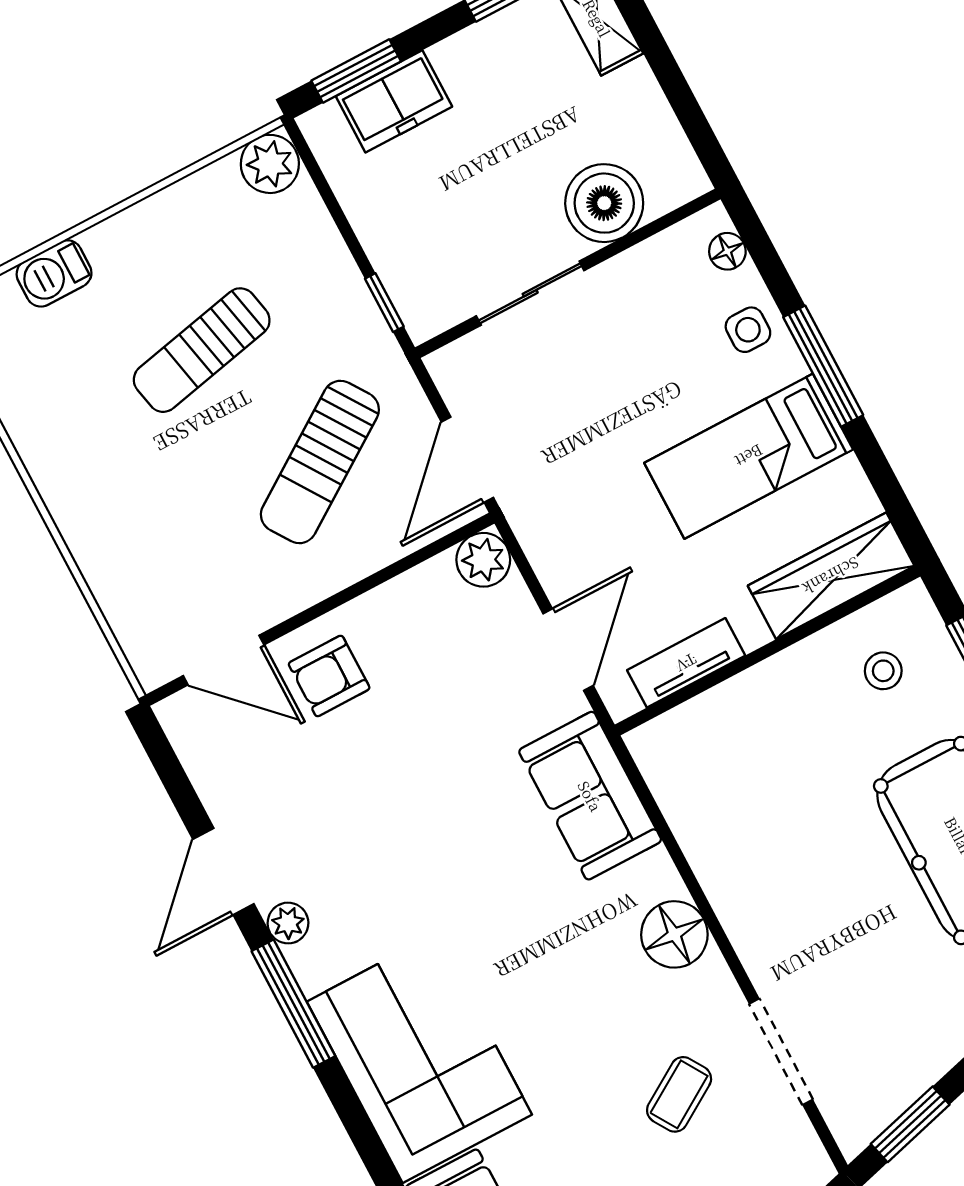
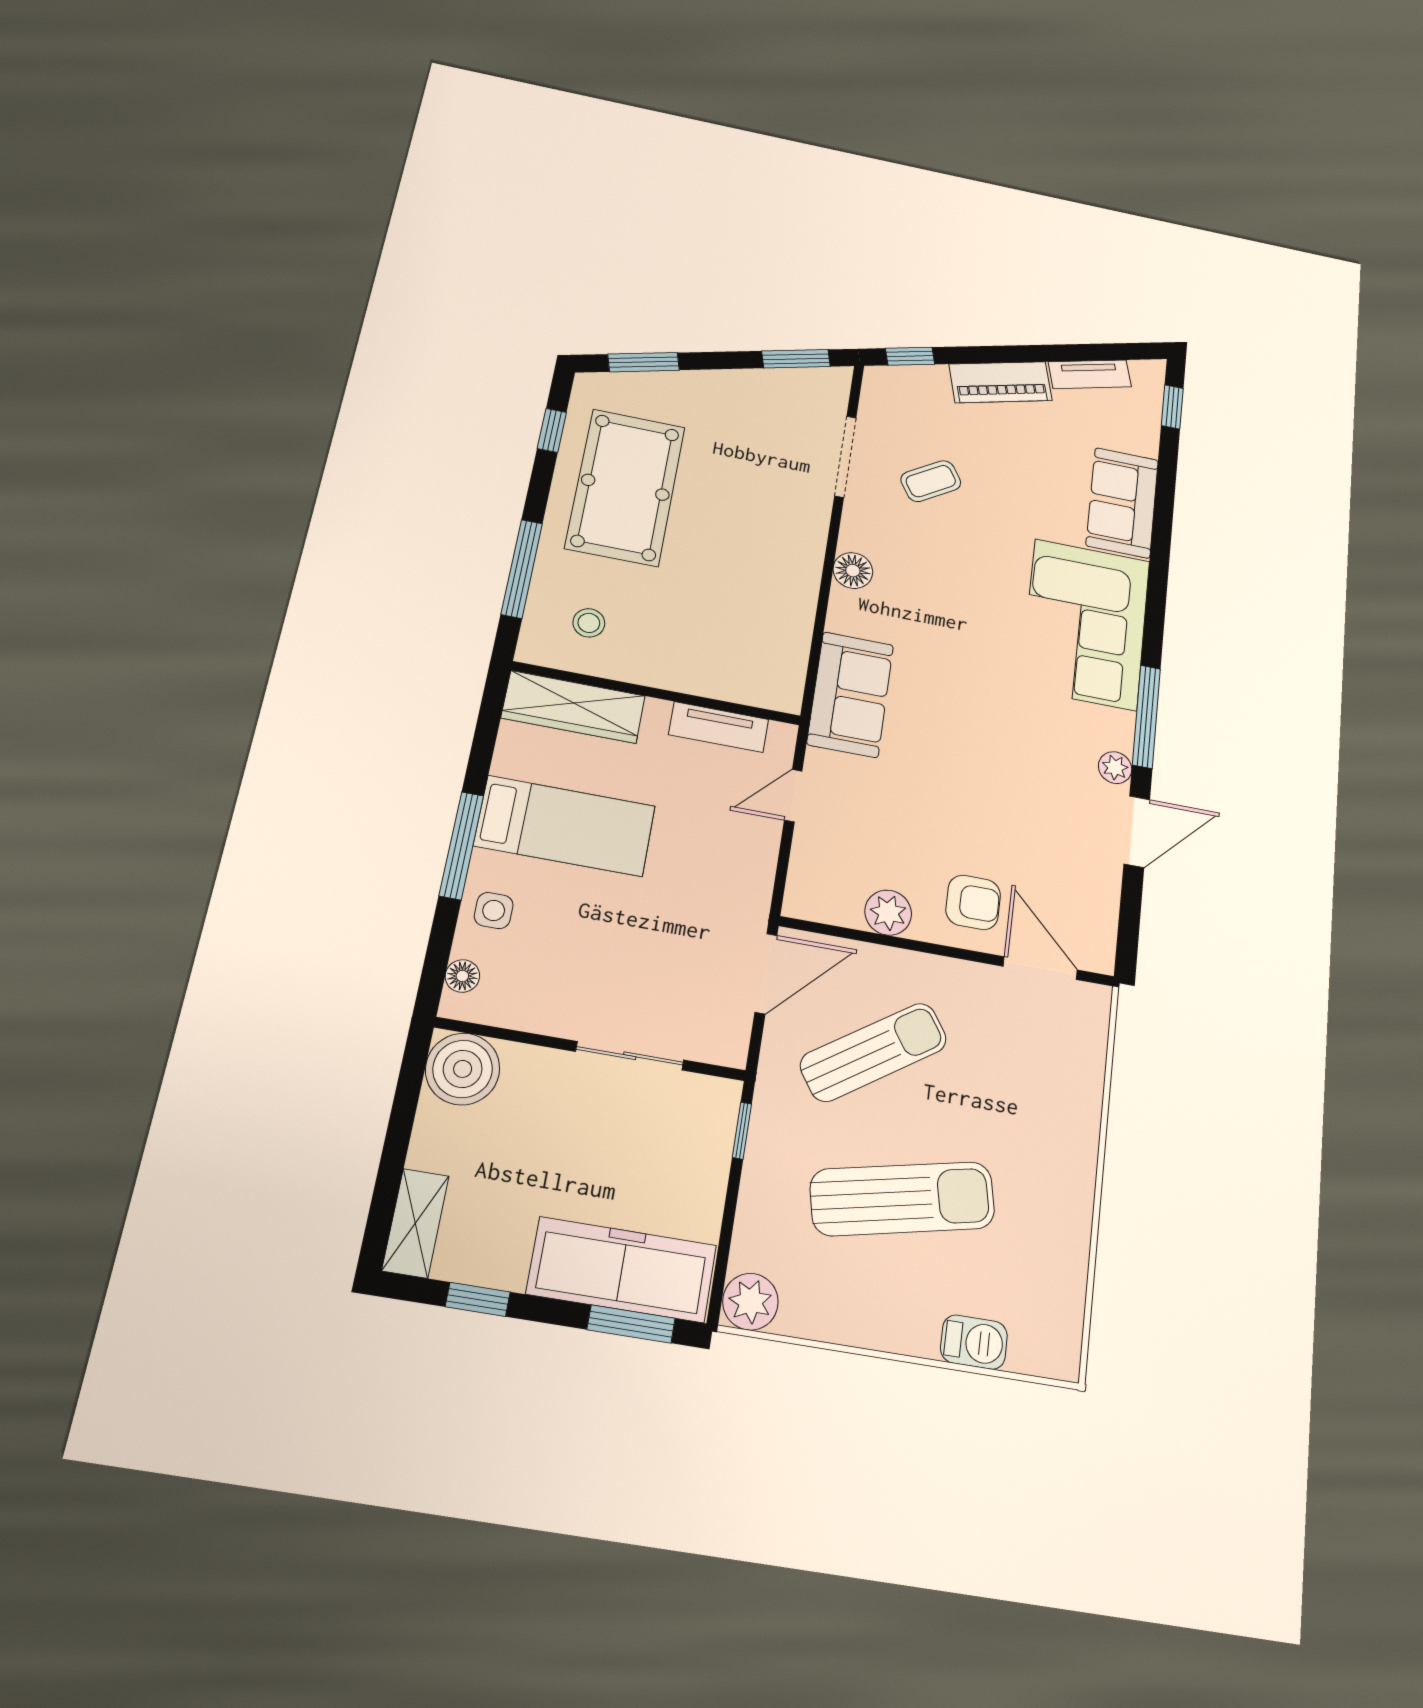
freezer: (394, 101) -> (622, 1270), width x1.91, depth x1.26
boiler: (604, 203) -> (463, 1069), moved
sun lounger: (202, 350) -> (903, 1199), width x1.36, depth x1.34
plant: (483, 560) -> (888, 913), moved
door: (568, 650) -> (793, 796), width x0.73
floor lamp: (674, 934) -> (853, 571), width x0.73, depth x0.73

